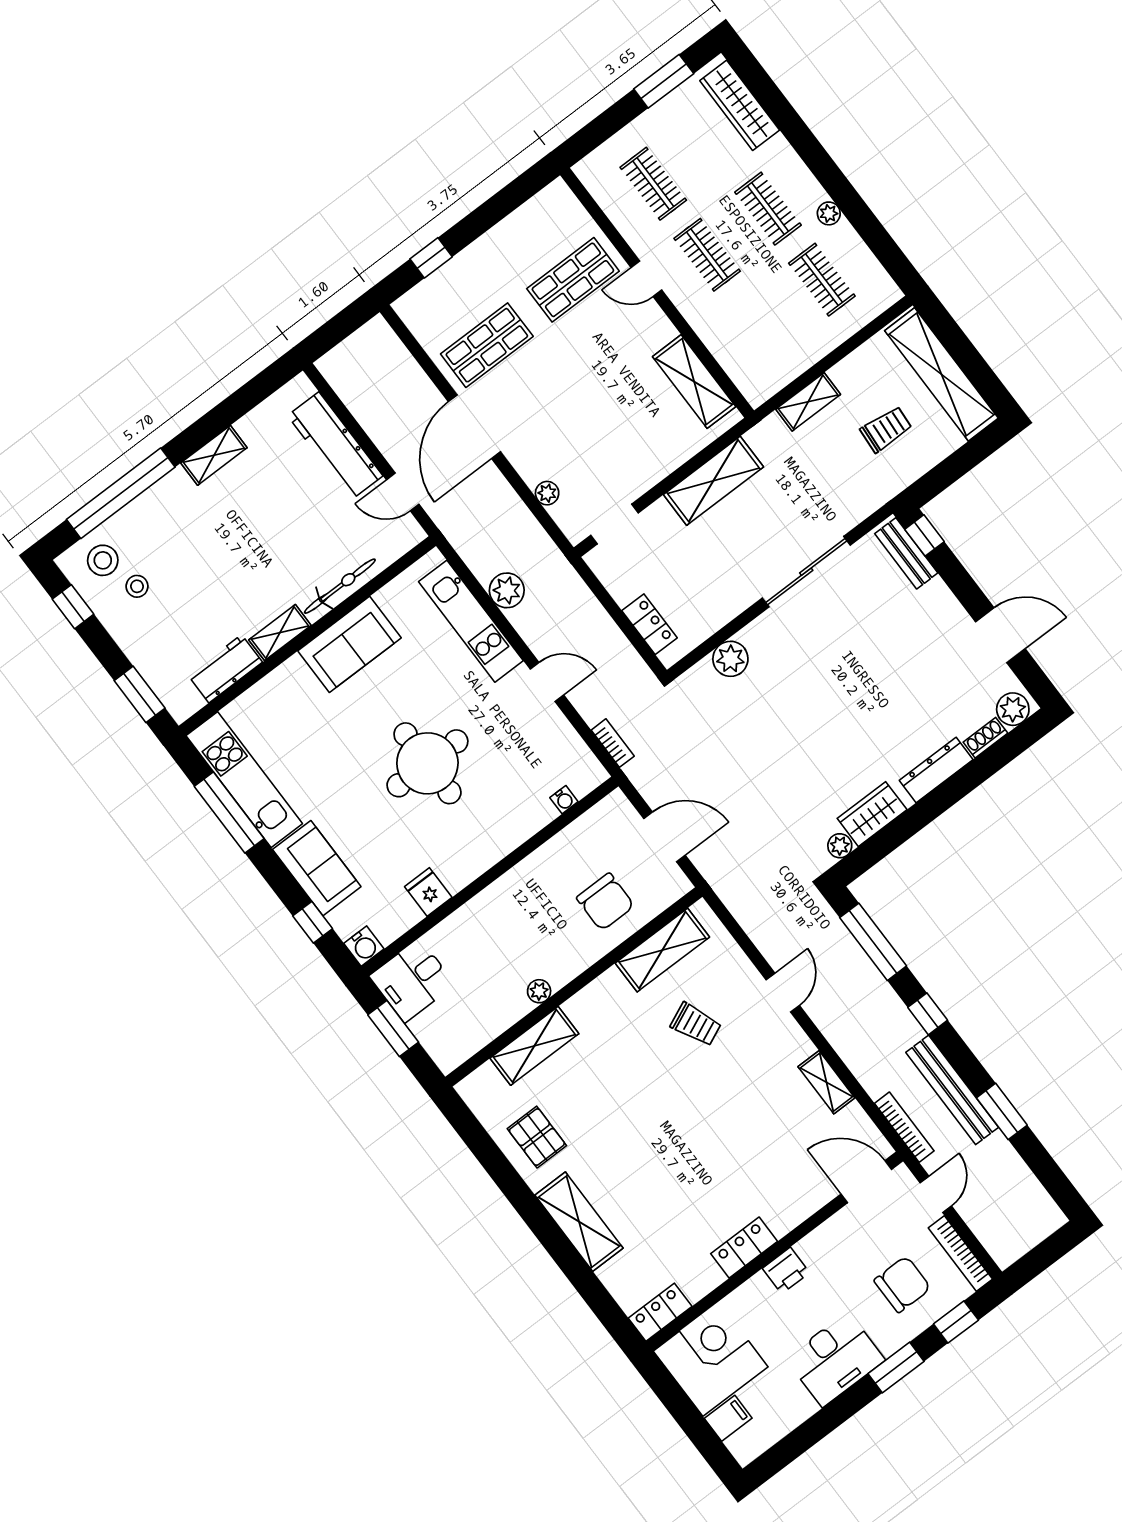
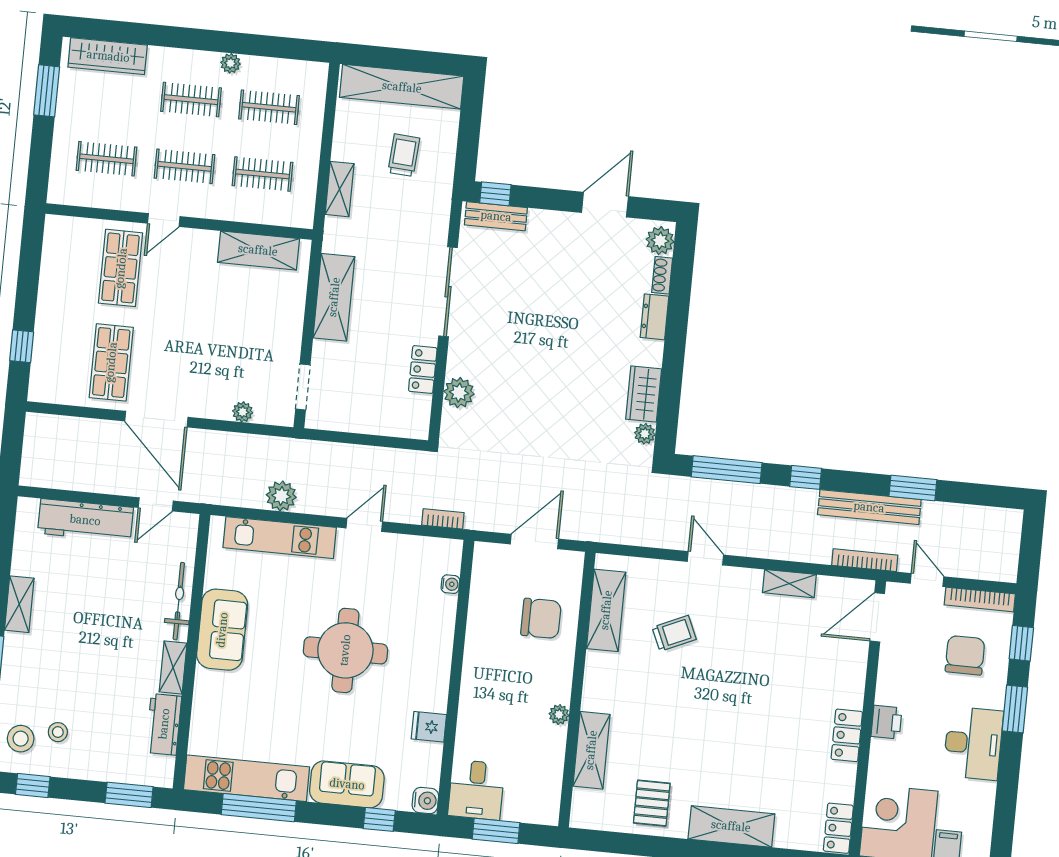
clothes rail: (761, 326) -> (262, 174), added
locker: (649, 624) -> (423, 370), moved, turned -90
dresser: (936, 770) -> (654, 317), width x0.70
pallet: (537, 1137) -> (652, 803), turned 90

